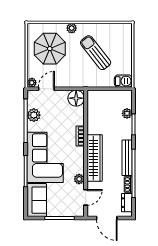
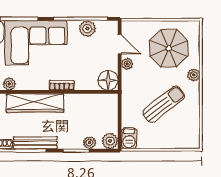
plant: (32, 83) -> (127, 64), moved
plant: (126, 97) -> (110, 141), added

